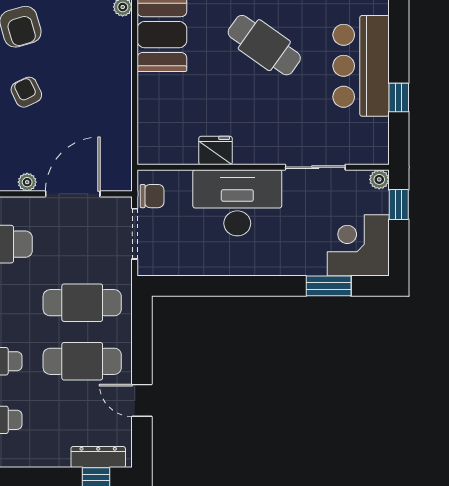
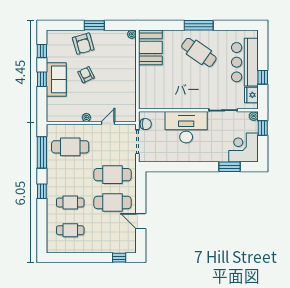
fridge: (215, 150) -> (251, 95), moved, turned -90
door: (73, 194) -> (108, 123), width x0.53
dresser: (98, 457) -> (120, 248), removed

